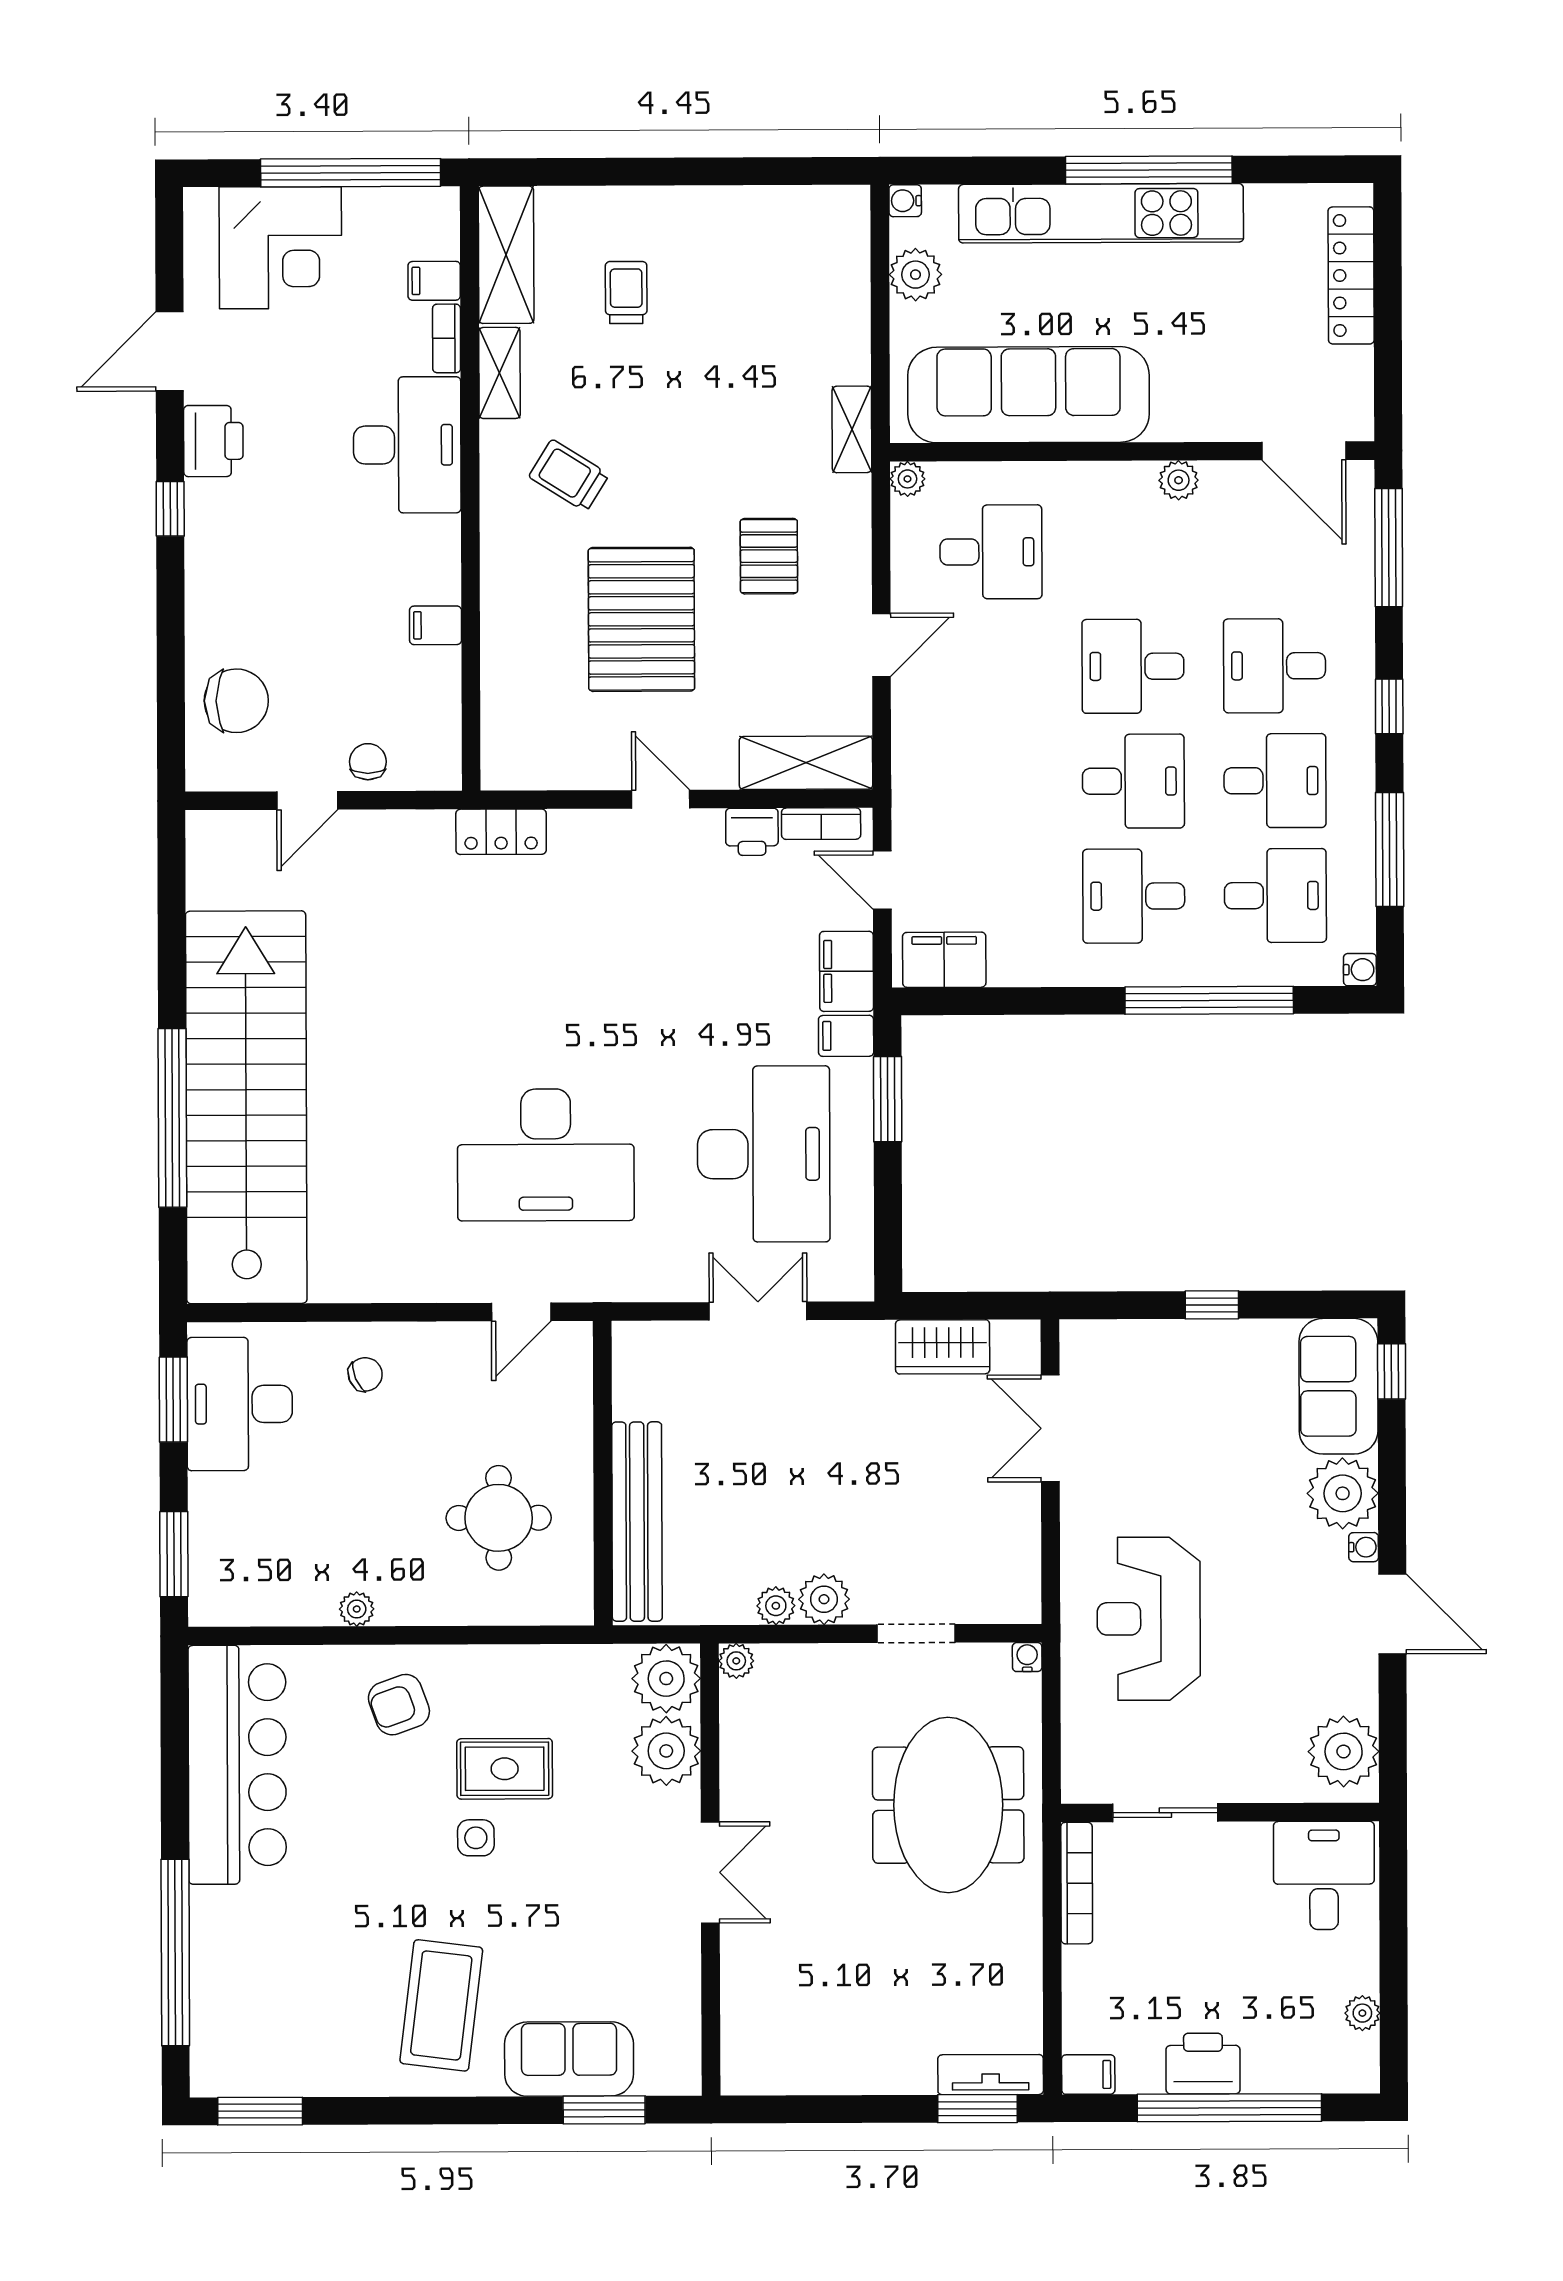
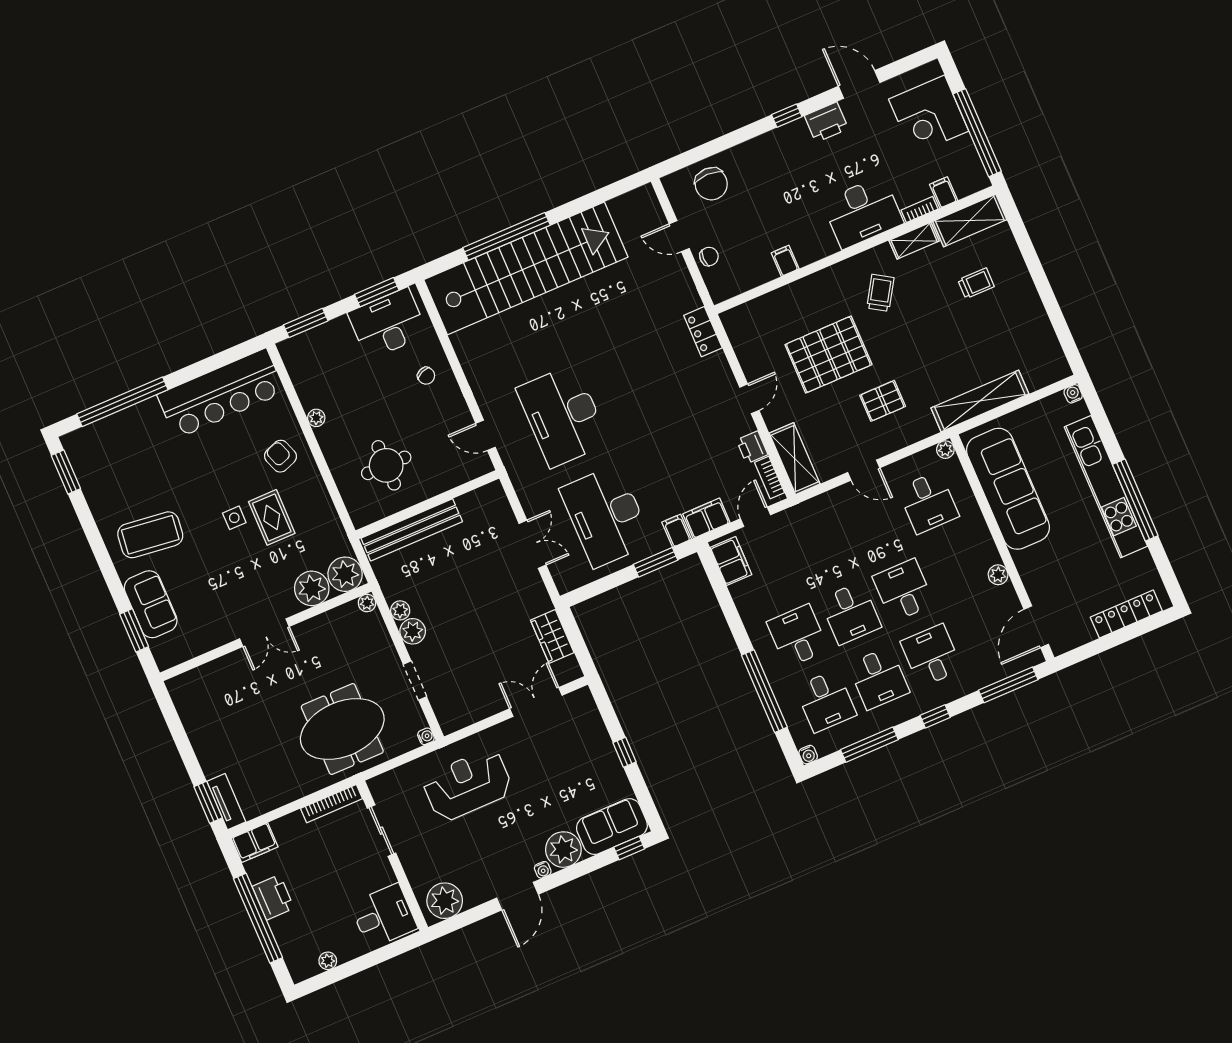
plant: (915, 275) -> (1041, 413), removed
shelving: (852, 429) -> (980, 401), width x2.20, depth x1.33
desk: (764, 1154) -> (606, 516), turned 90
filing cabinet: (1088, 2075) -> (255, 843), width x2.00

